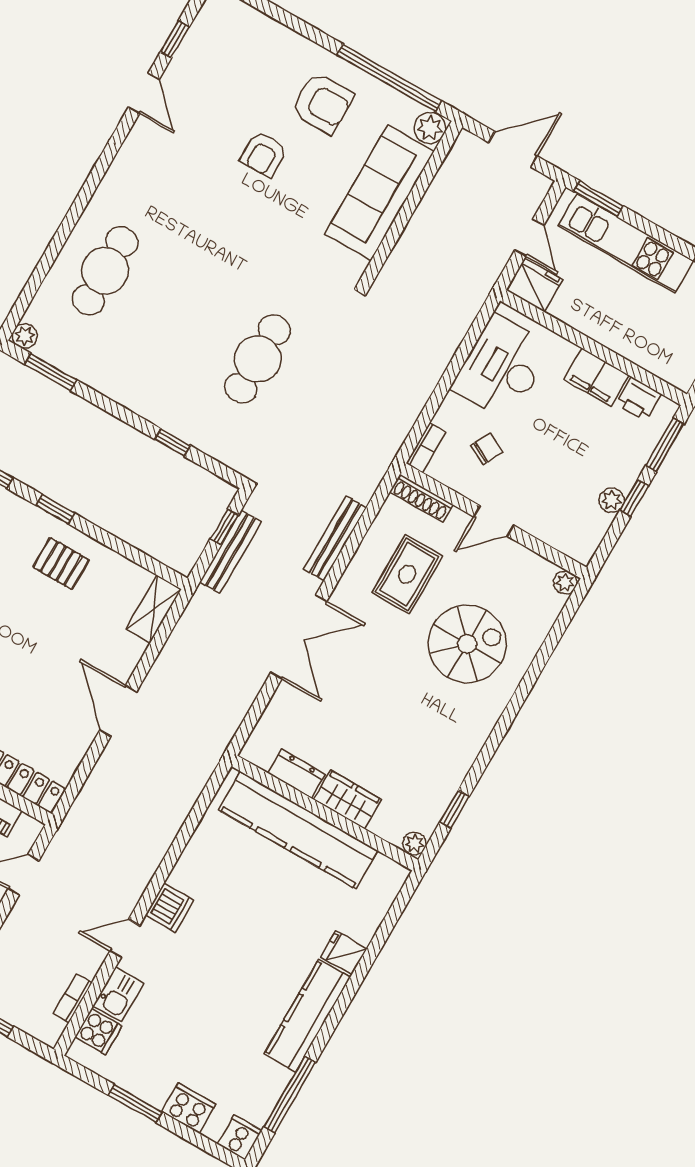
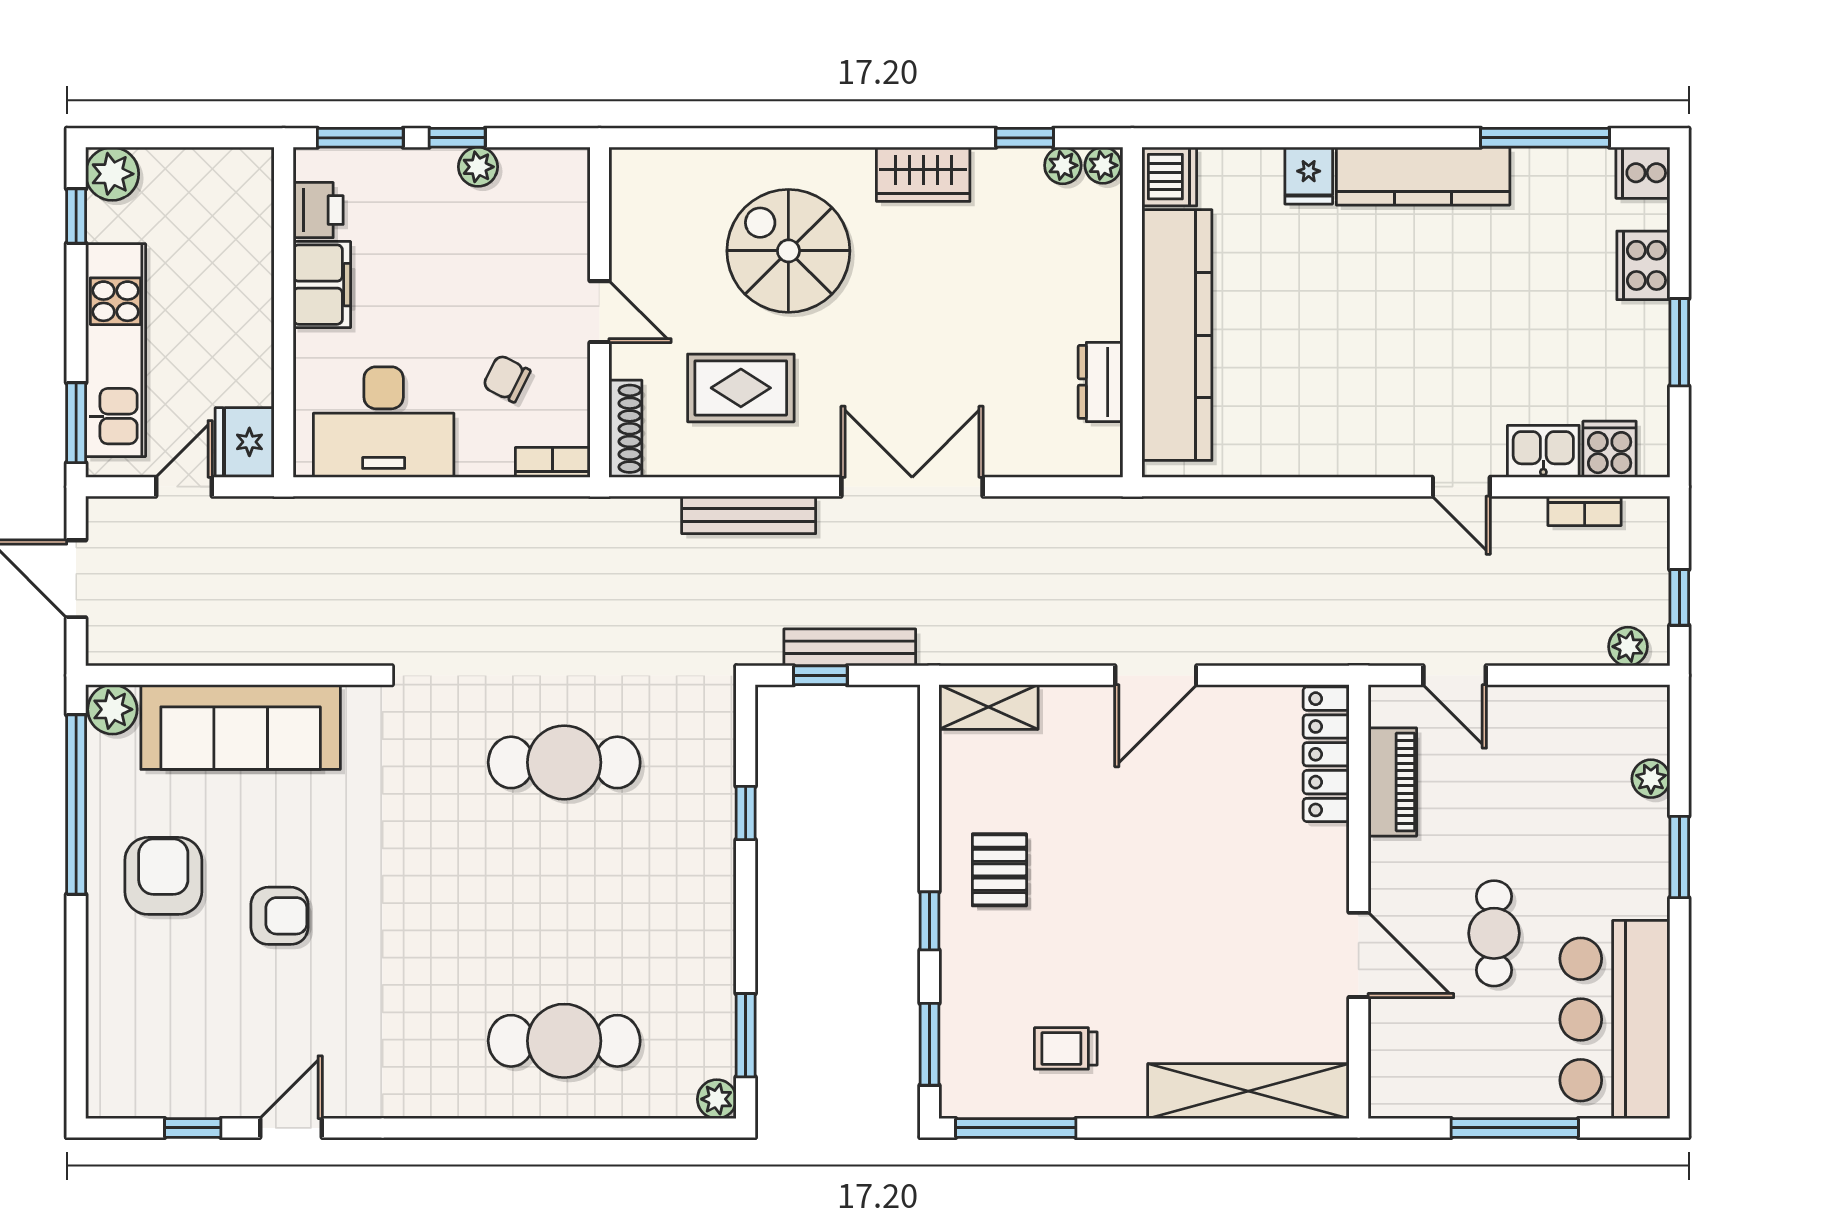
plant: (565, 582) -> (1063, 165), moved
wardrobe: (348, 799) -> (923, 174), moved, turned -90
dishwasher: (169, 908) -> (1169, 177), moved, turned 90

